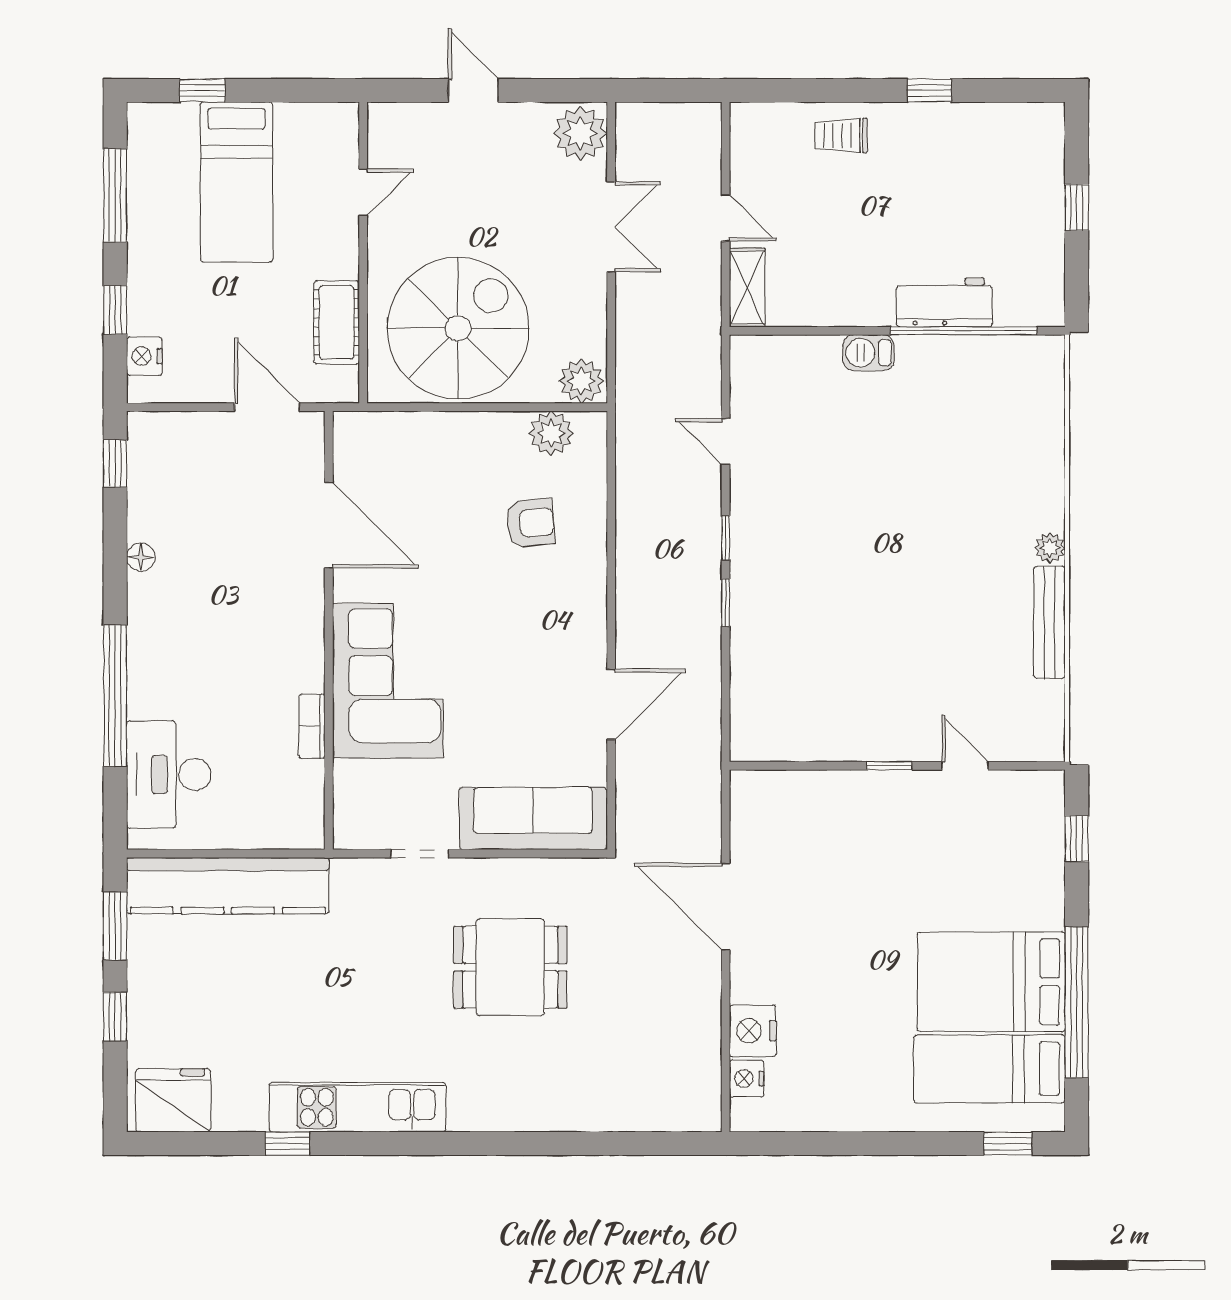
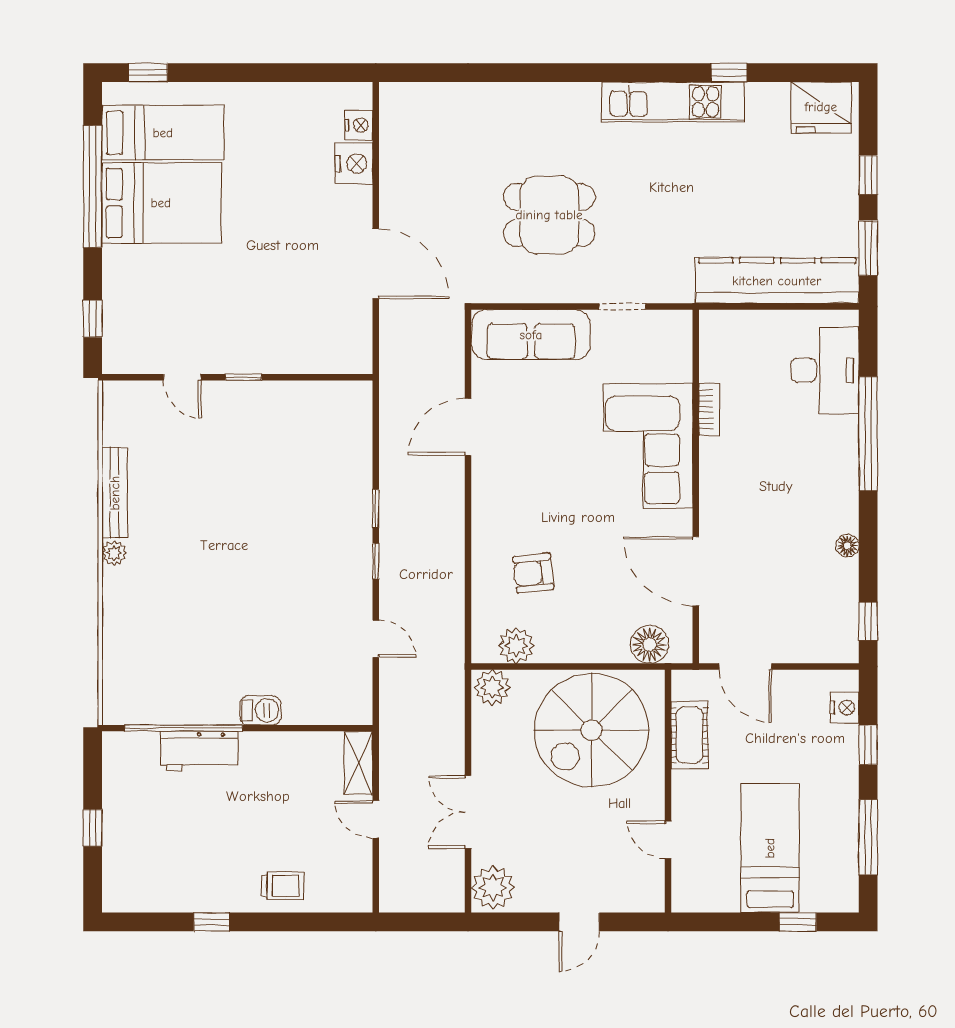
door: (473, 90) -> (579, 922), hinge flipped
door: (363, 192) -> (668, 840), hinge flipped
floor lamp: (386, 435) -> (649, 644), added

